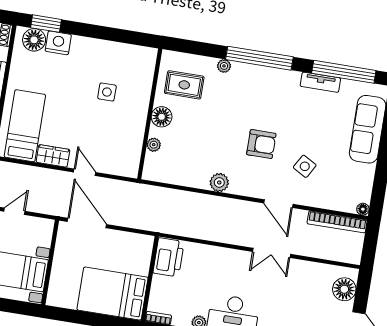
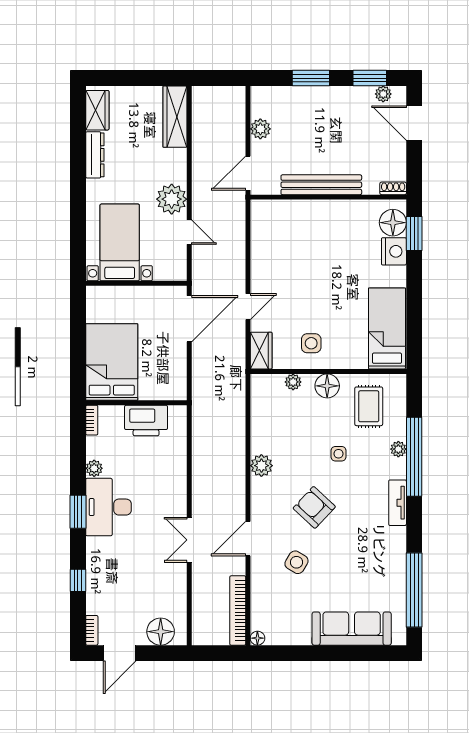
window: (259, 58) -> (414, 457), moved
tv unit: (320, 82) -> (398, 503), moved
side table: (107, 92) -> (311, 343), moved
side table: (220, 117) -> (339, 454), added
bed: (25, 126) -> (387, 329), moved, turned -90
armchair: (261, 144) -> (314, 507), turned 133
wardrobe: (53, 156) -> (261, 351), moved
printer: (168, 257) -> (146, 421), moved

